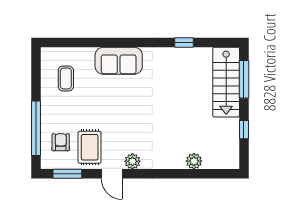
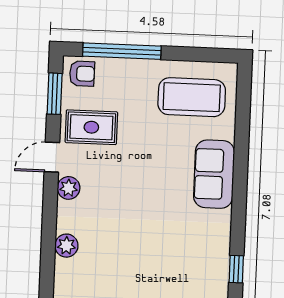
coffee table: (66, 79) -> (192, 97), width x1.86, depth x1.72
armchair: (61, 142) -> (82, 74), moved
plant: (194, 161) -> (66, 246), moved

